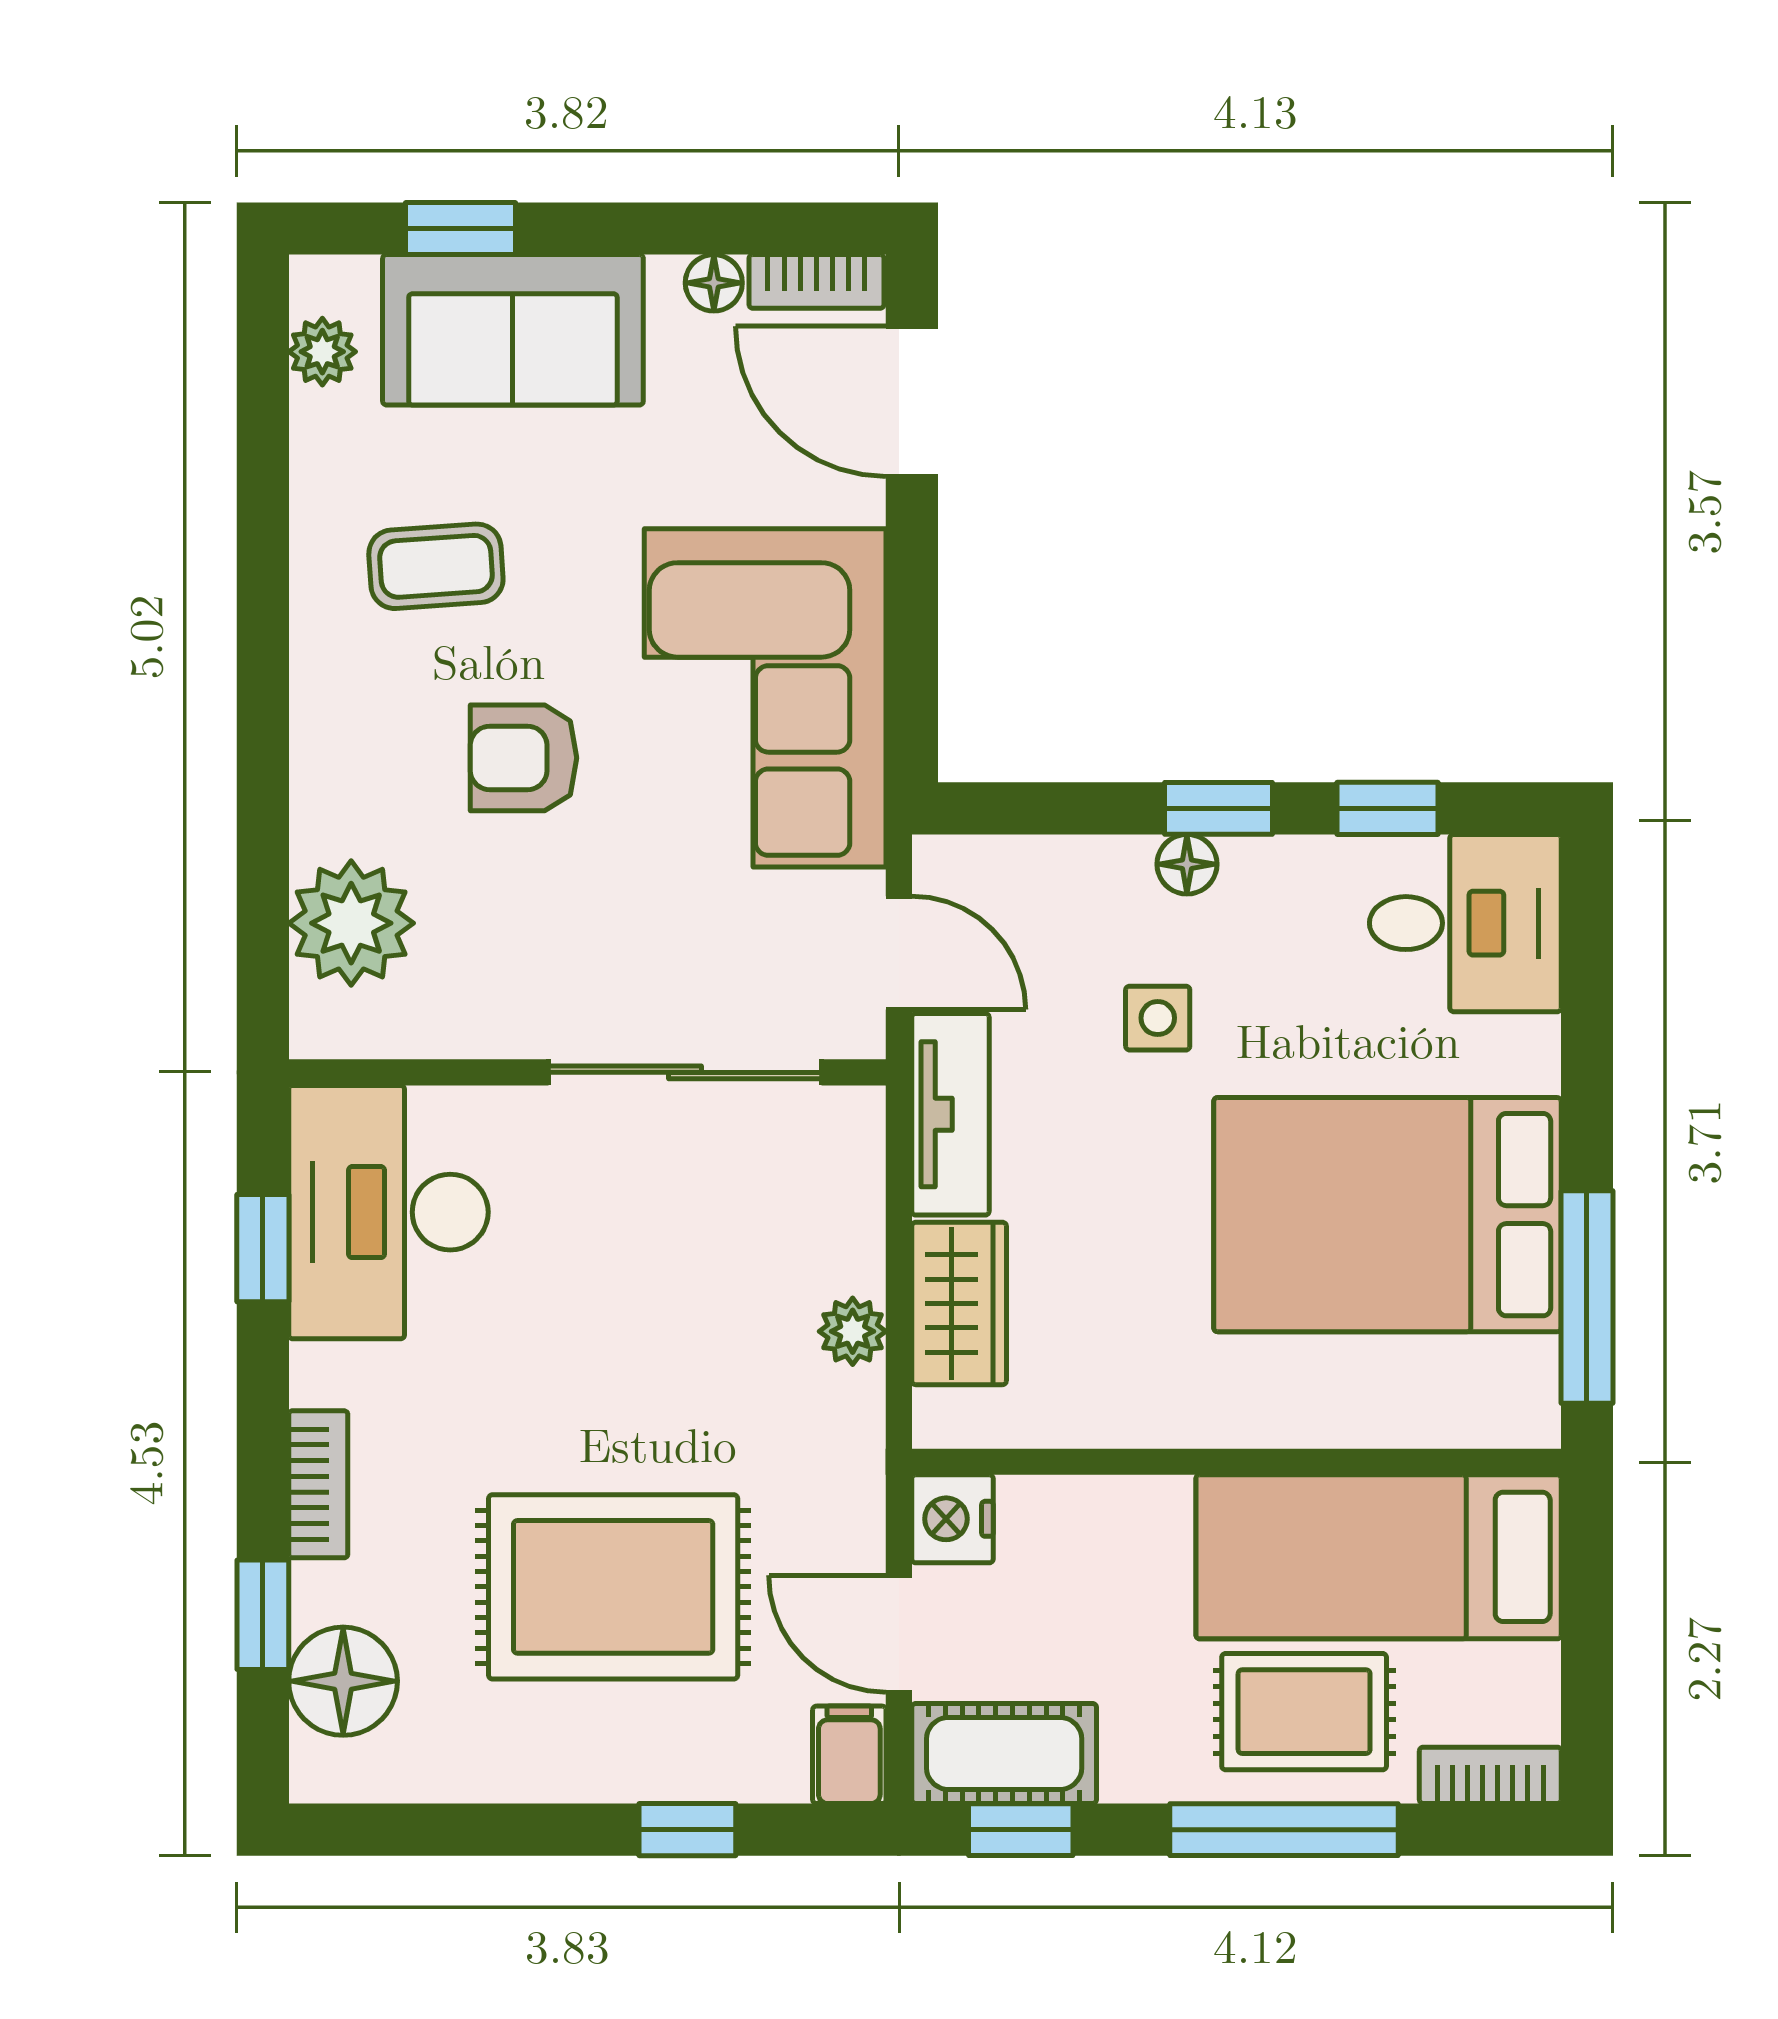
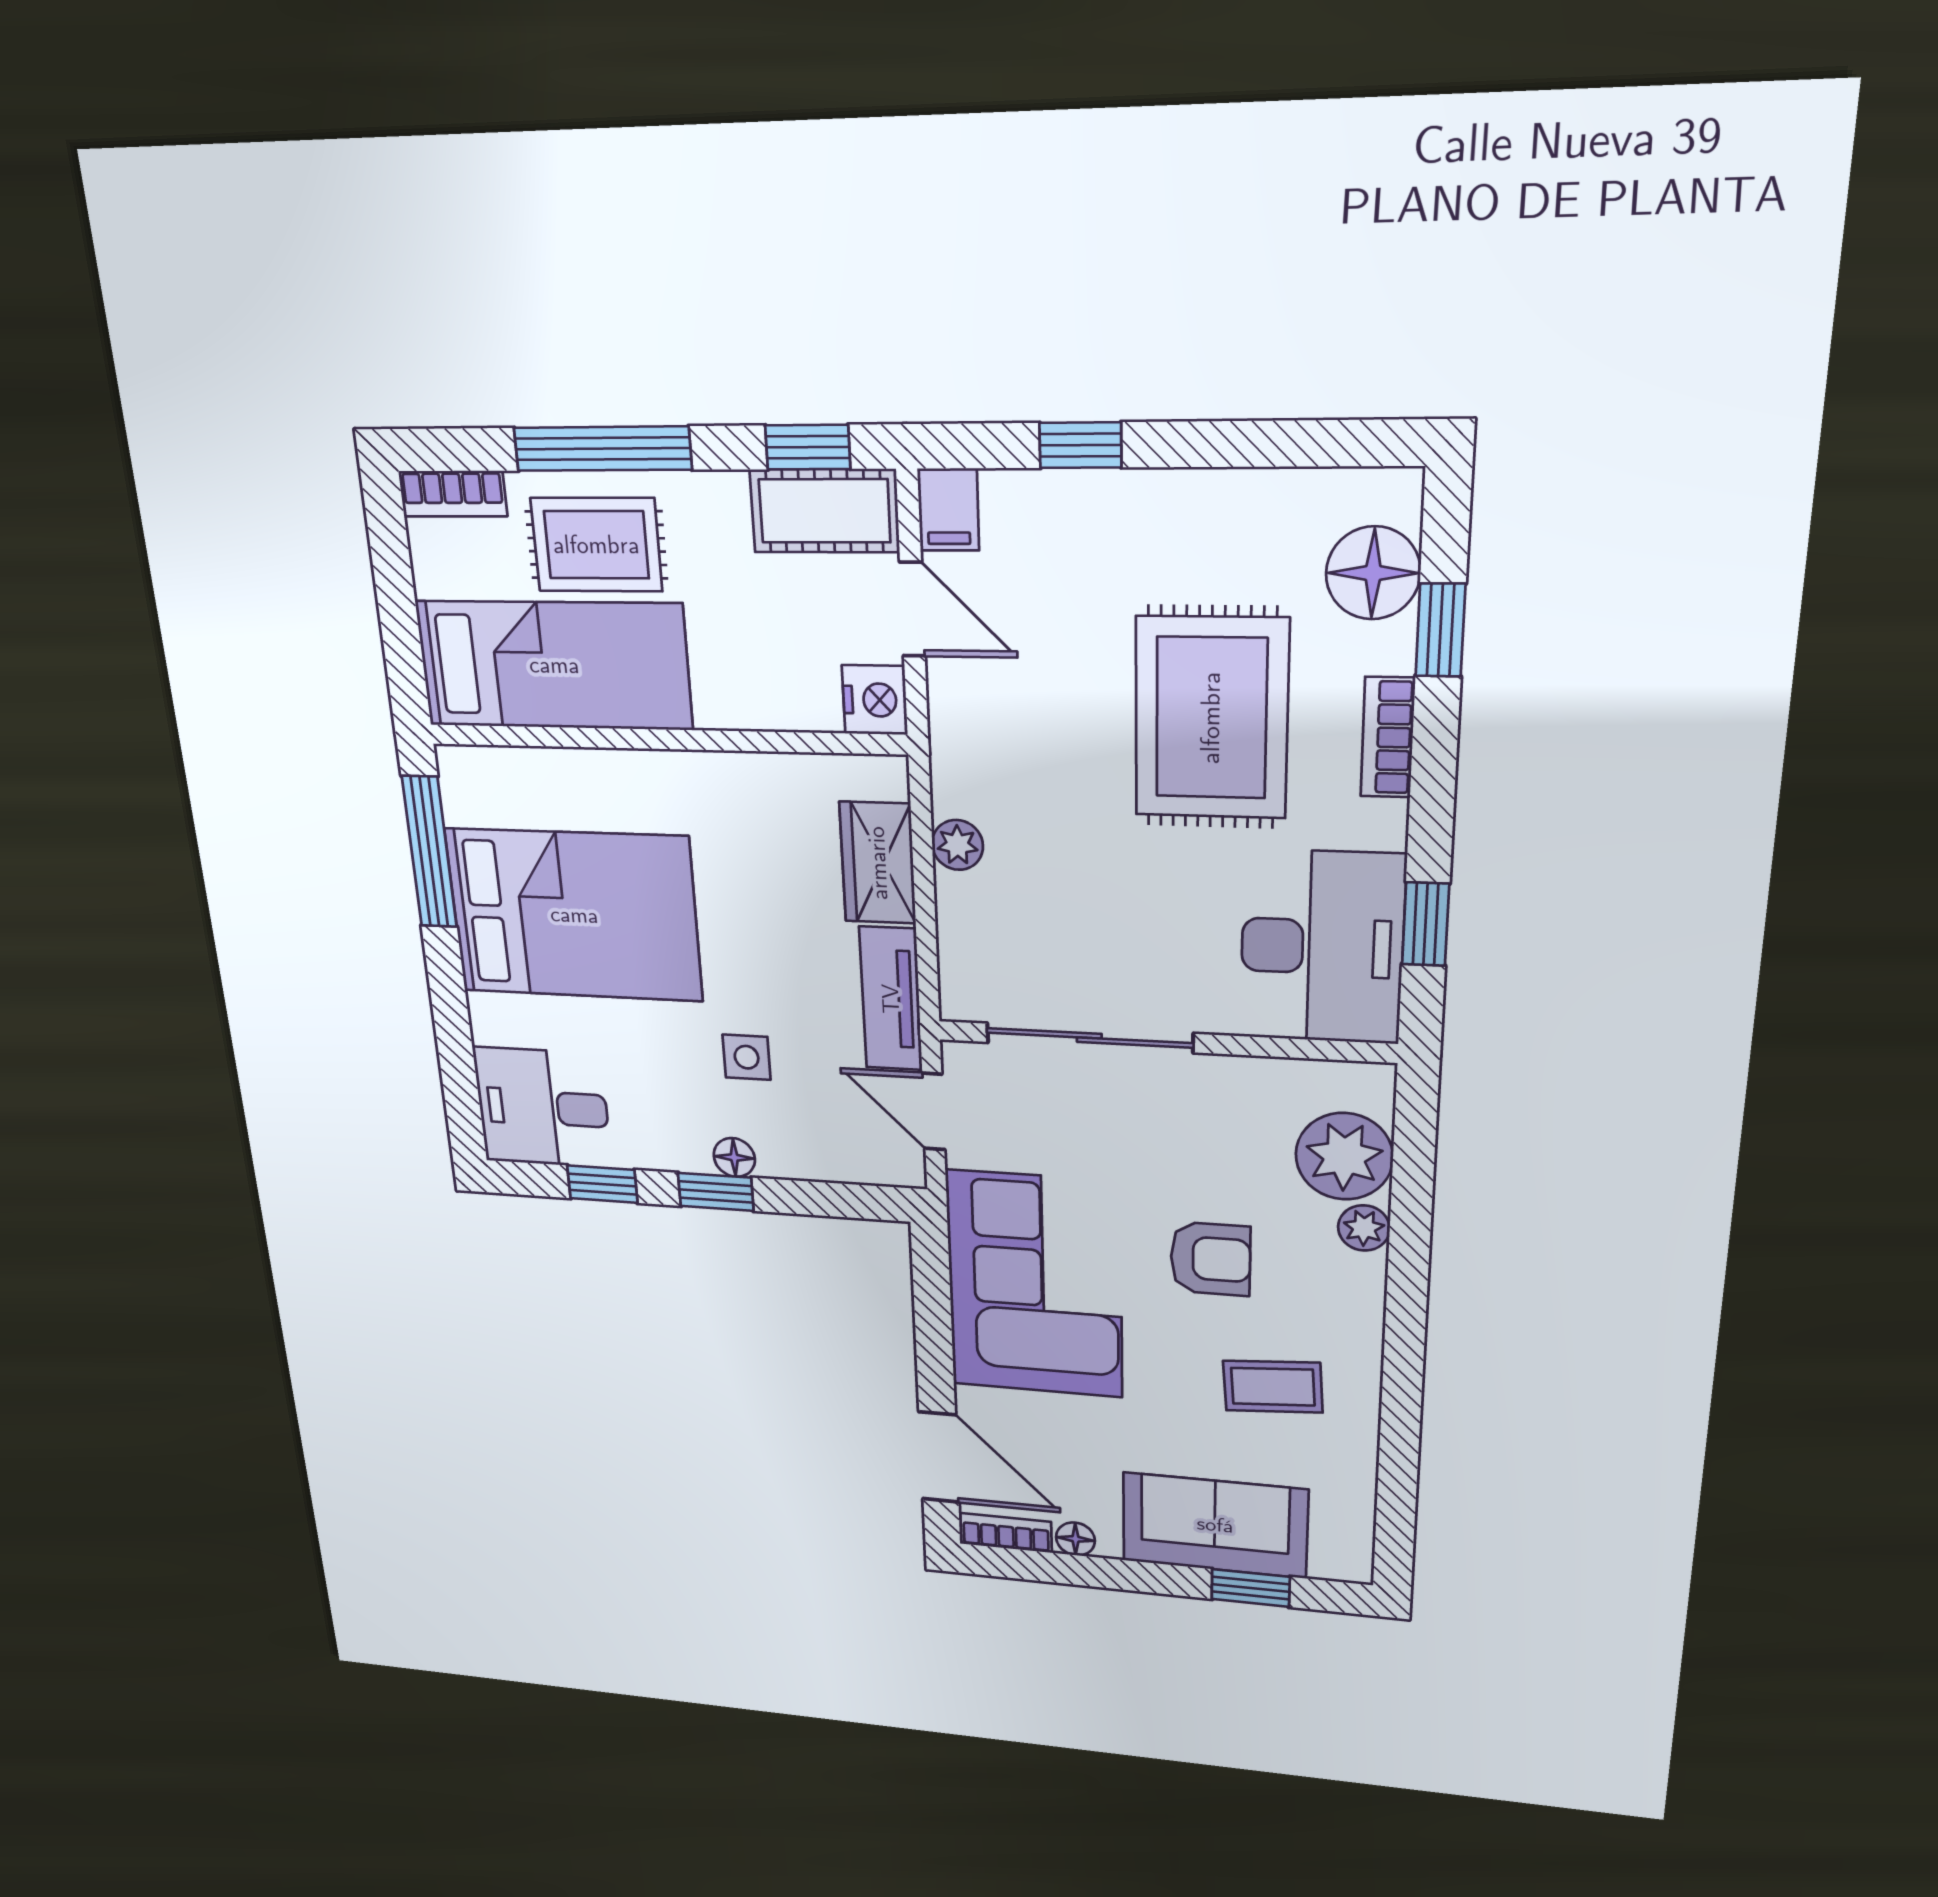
plant: (322, 352) -> (1364, 1228), moved
rug: (613, 1587) -> (1211, 718), moved, turned 90

